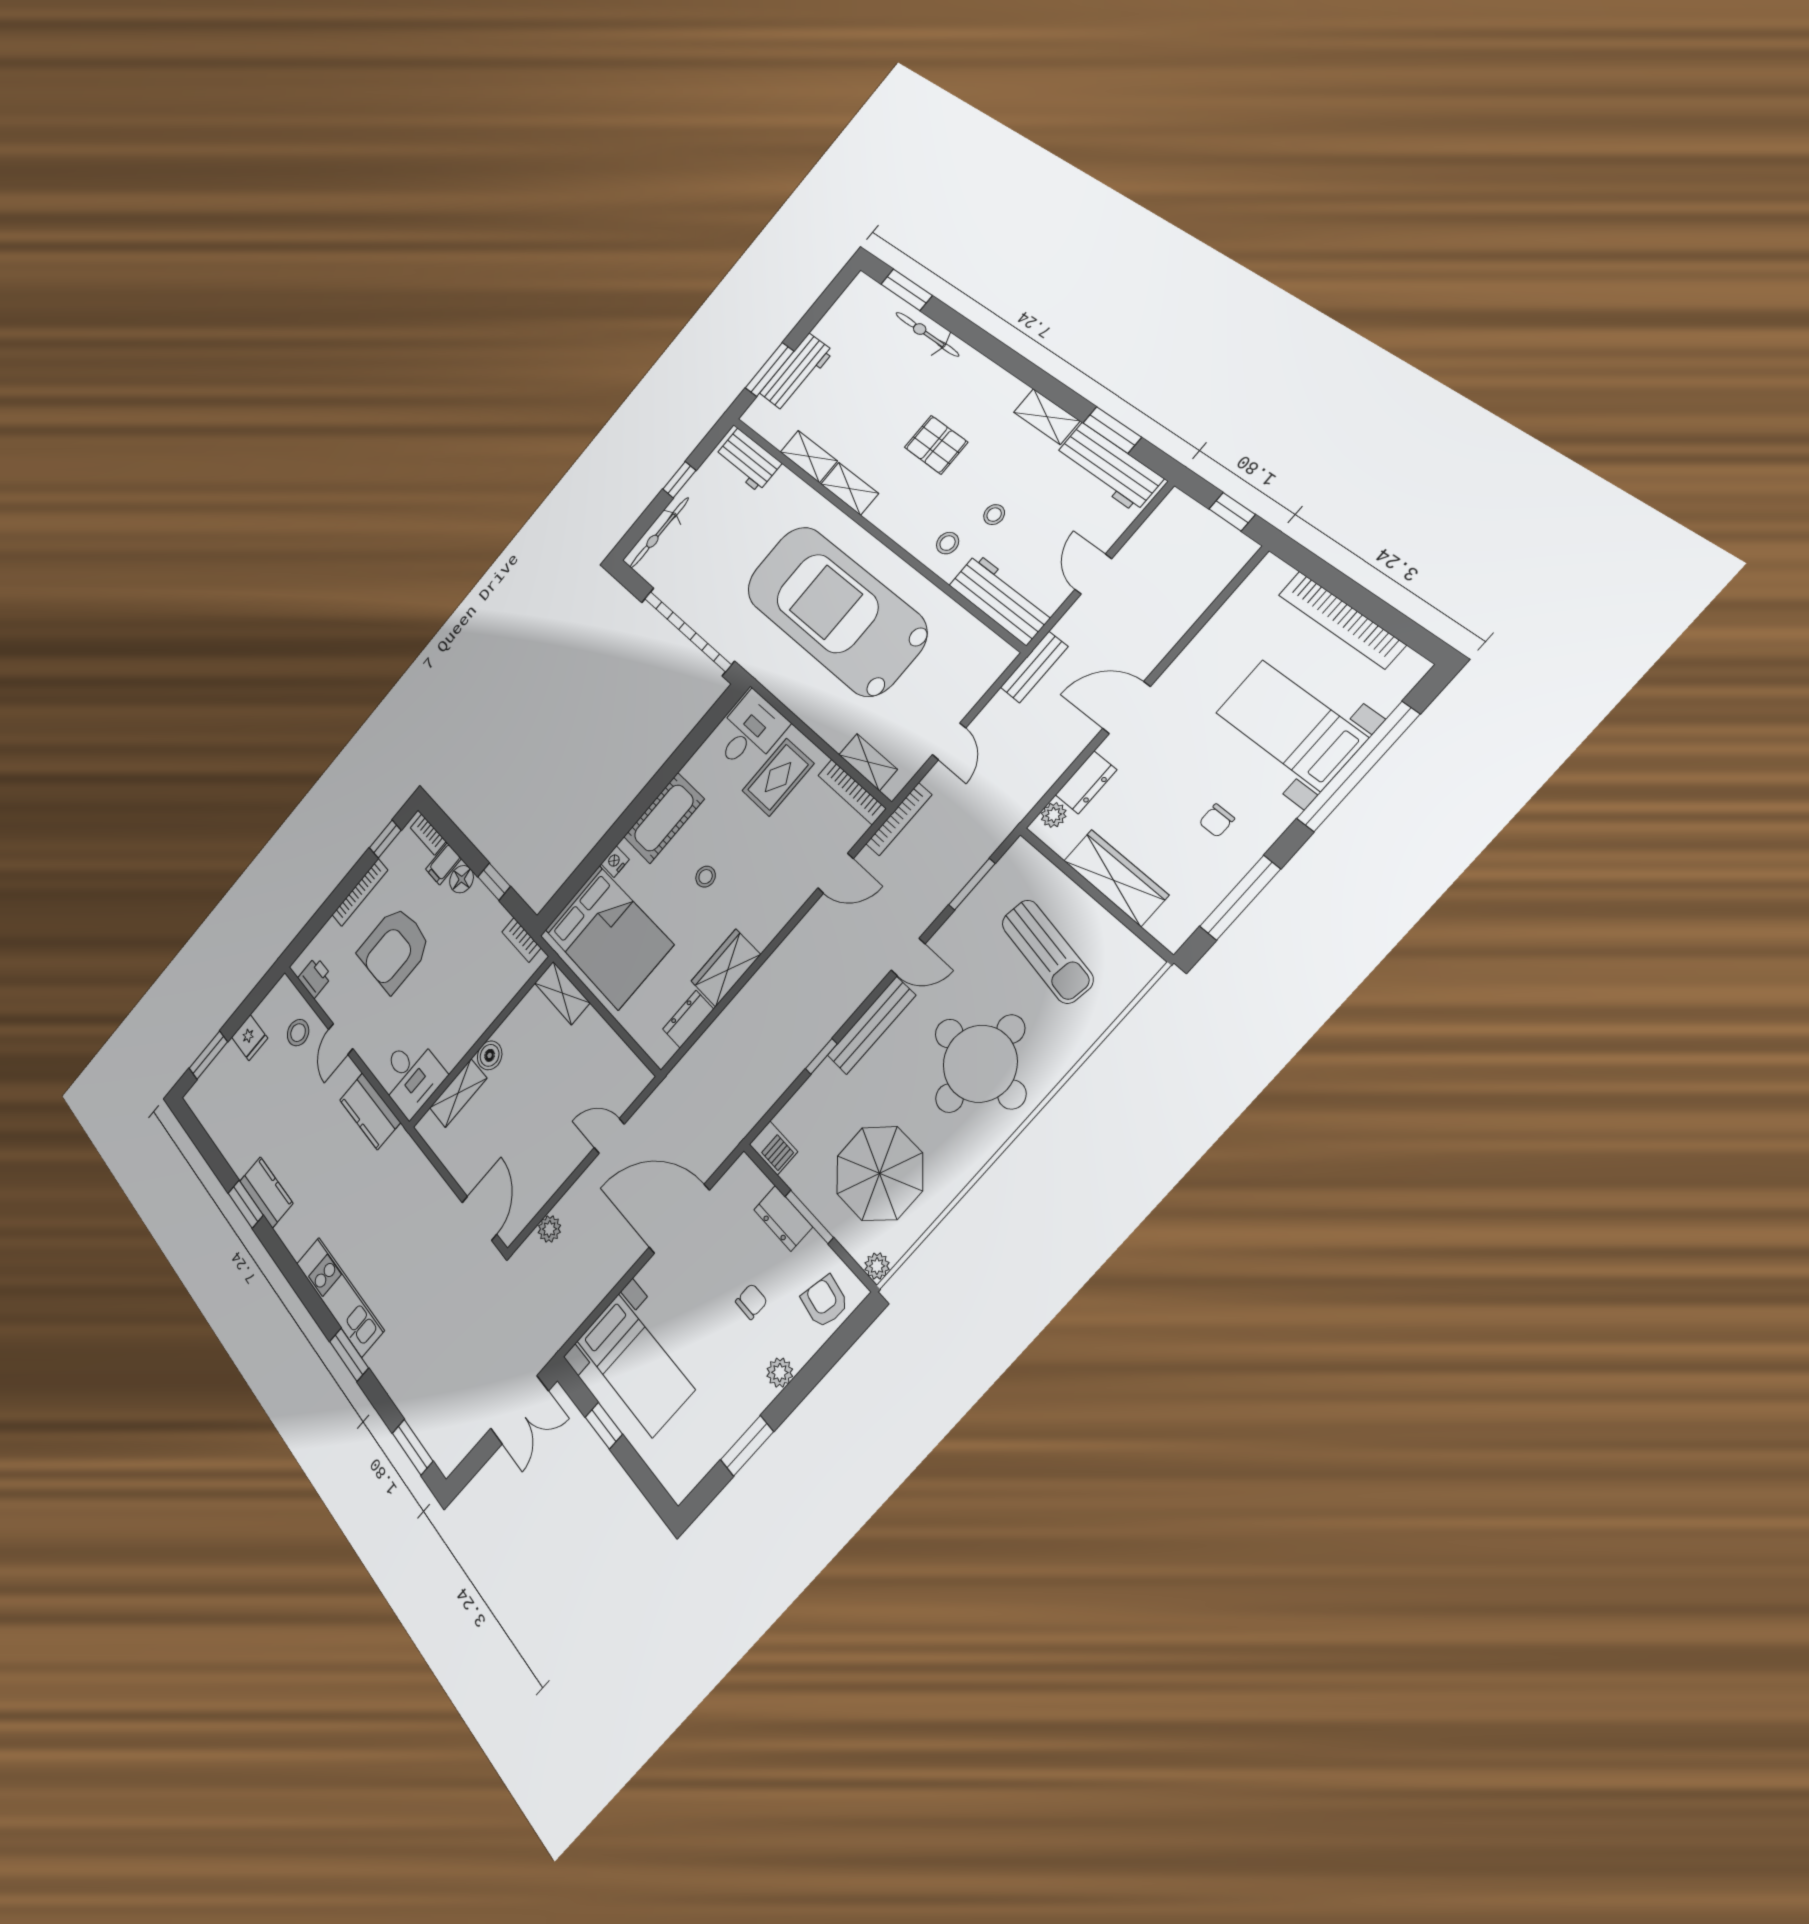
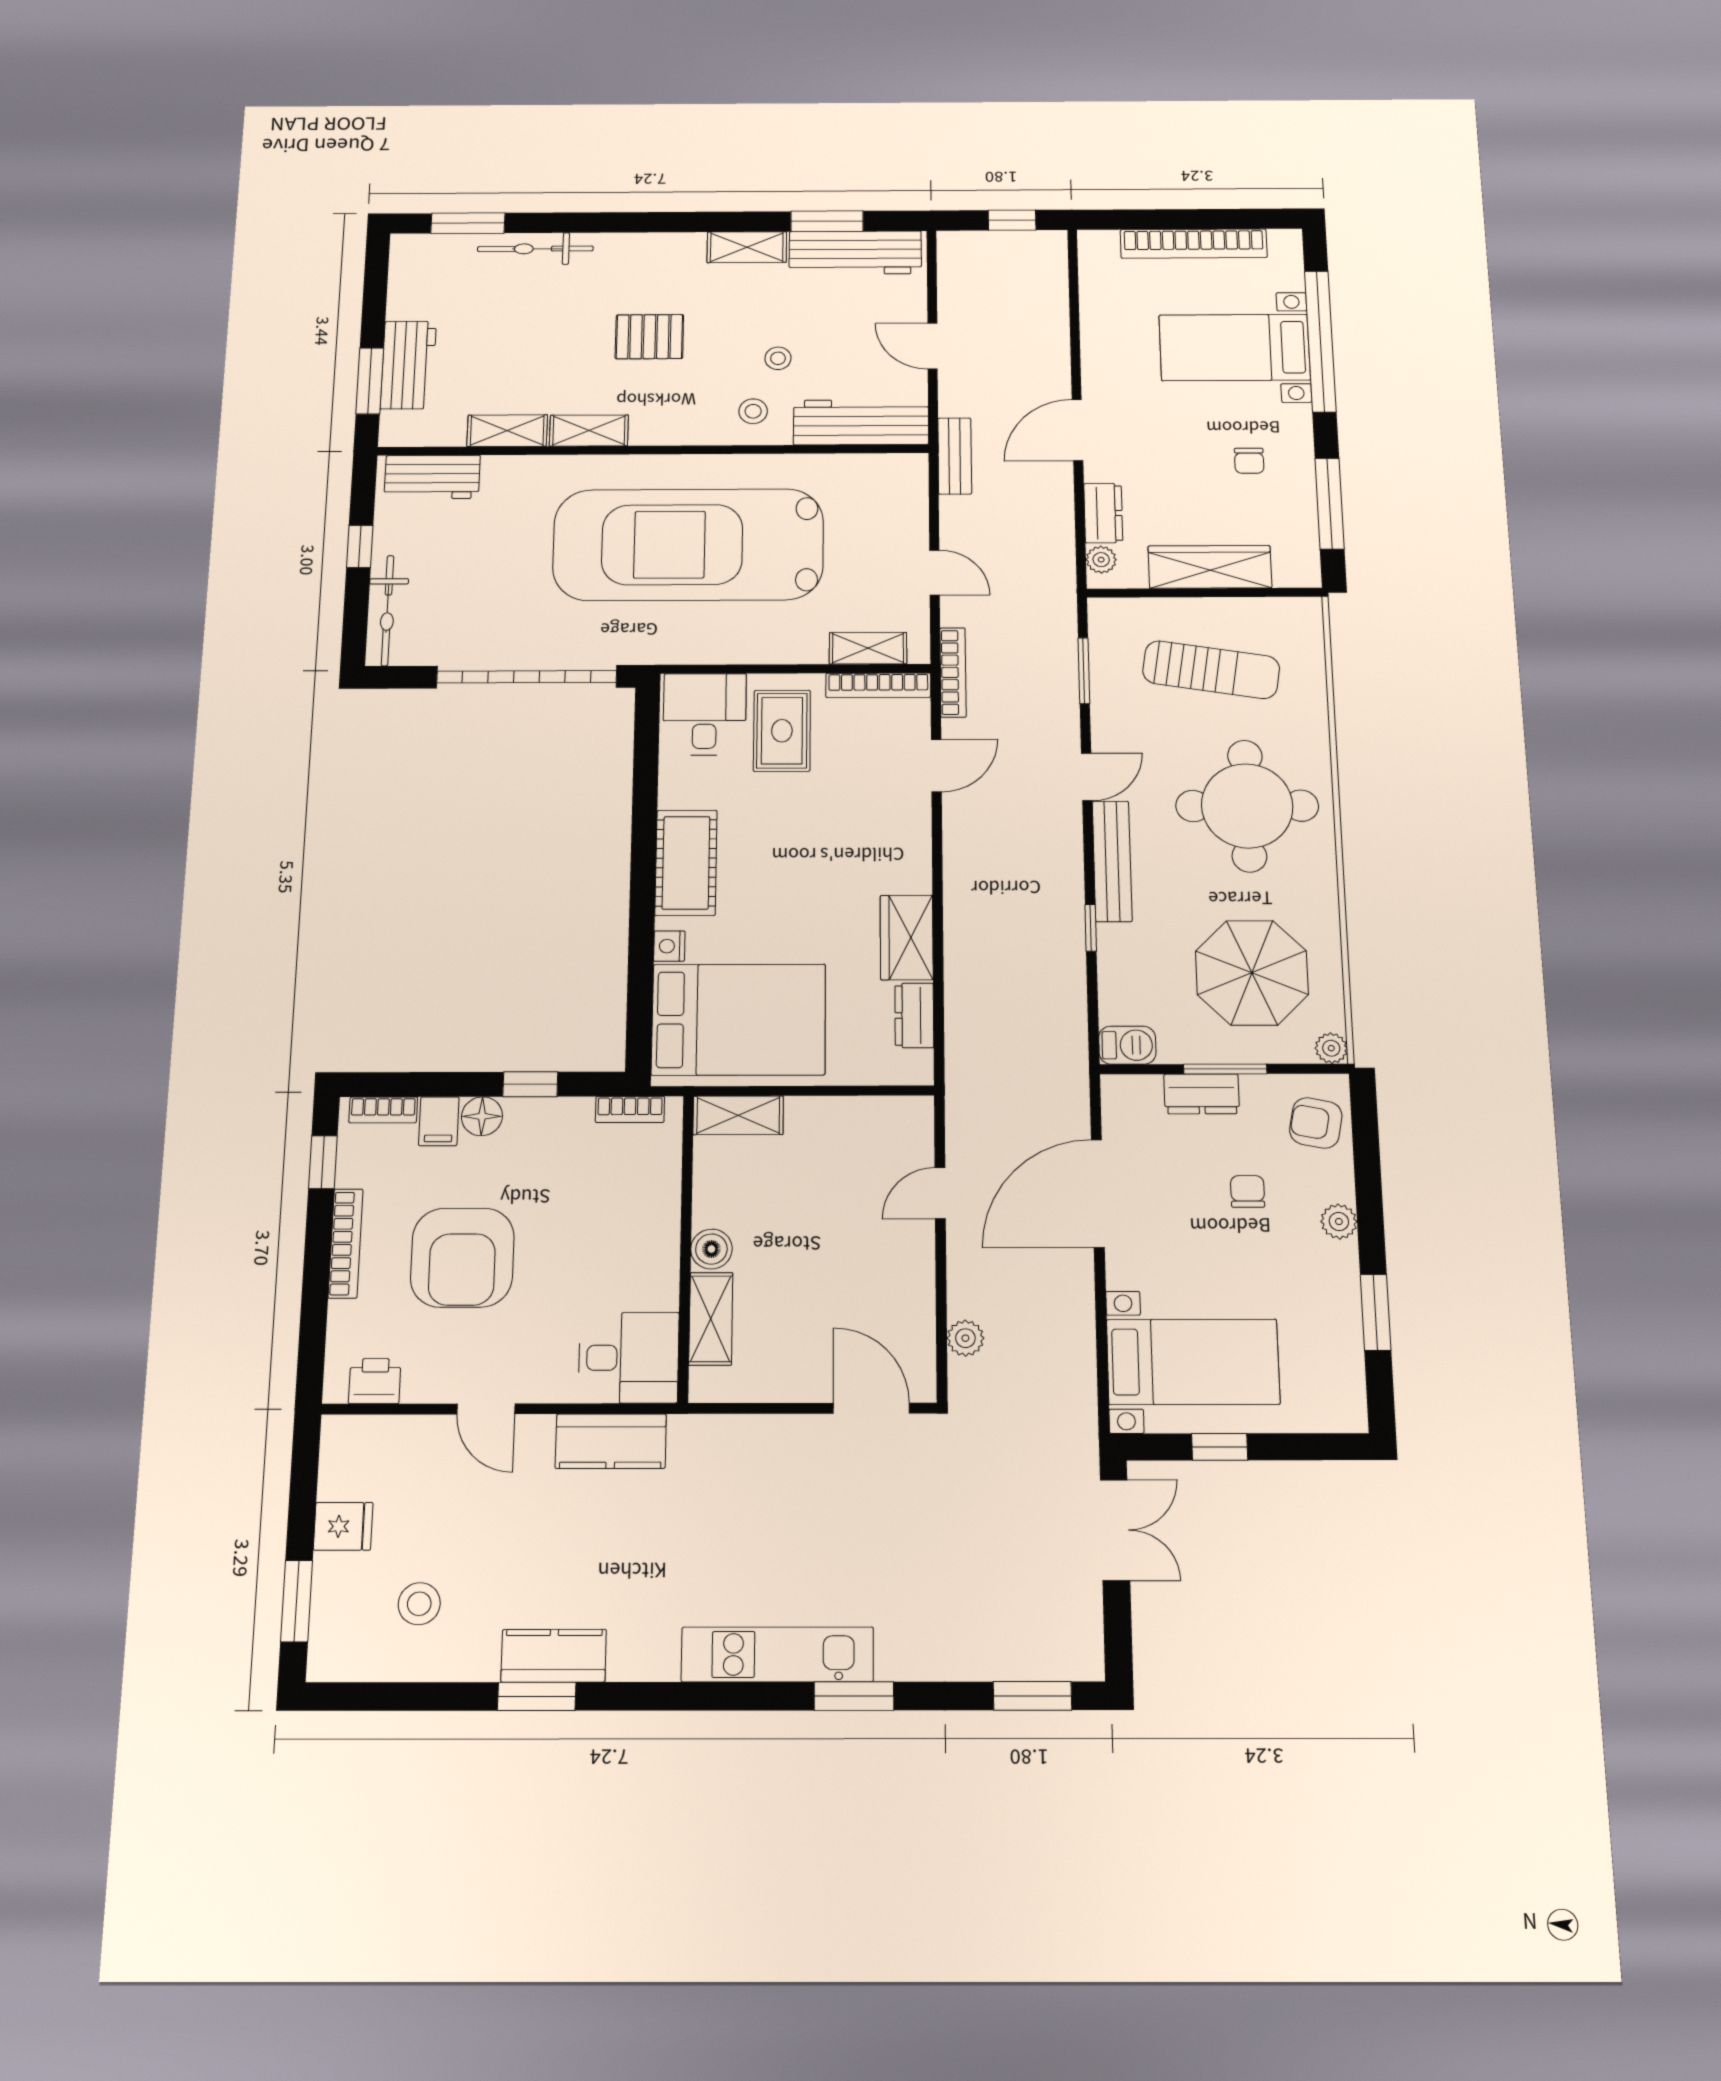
stool: (706, 877) -> (795, 877), removed
stool: (298, 1033) -> (419, 1604), moved

